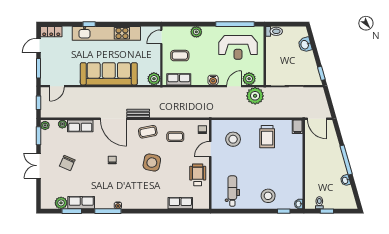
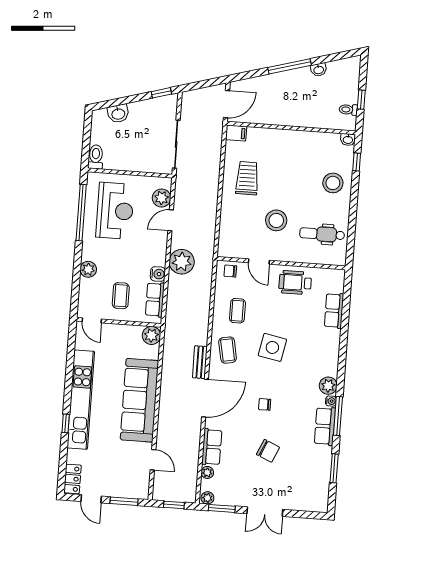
water cooler: (213, 80) -> (158, 274), moved
door: (57, 86) -> (153, 460), moved
door: (234, 86) -> (171, 220), hinge flipped
plant: (255, 96) -> (182, 262), moved
trolley: (267, 137) -> (247, 178), turned -90
stool: (233, 139) -> (276, 220), moved
chair: (67, 163) -> (268, 451), moved
plant: (61, 203) -> (328, 386), moved
row of seats: (81, 203) -> (325, 426), moved

